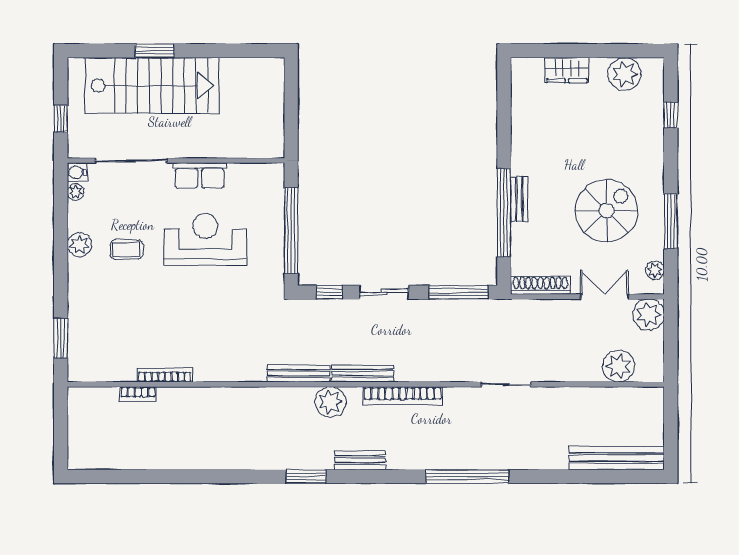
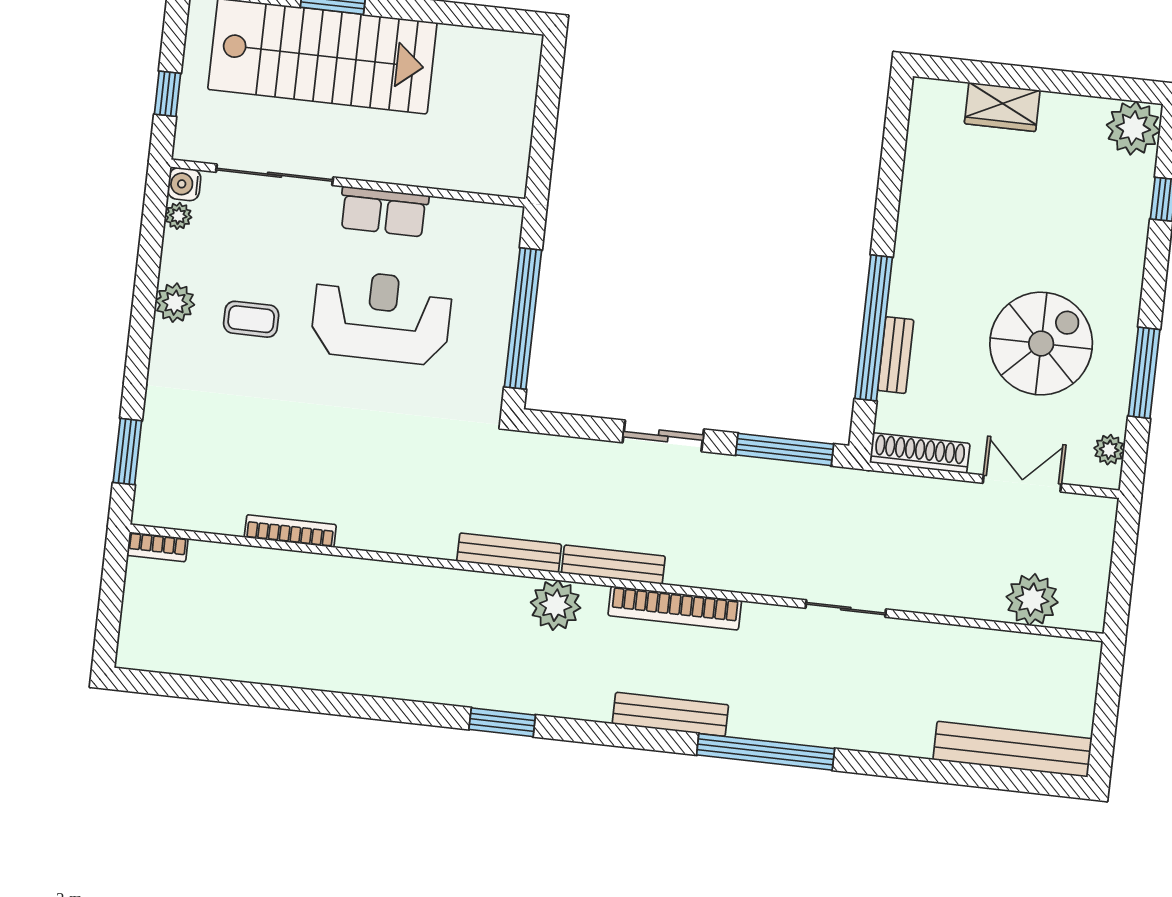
plant: (624, 74) -> (1133, 128), moved
bench: (519, 199) -> (896, 355), moved
window: (329, 292) -> (574, 426), removed
plant: (648, 314) -> (1091, 521), removed
bookcase: (138, 394) -> (157, 547), moved
bench: (360, 460) -> (670, 714), moved, width x1.36

